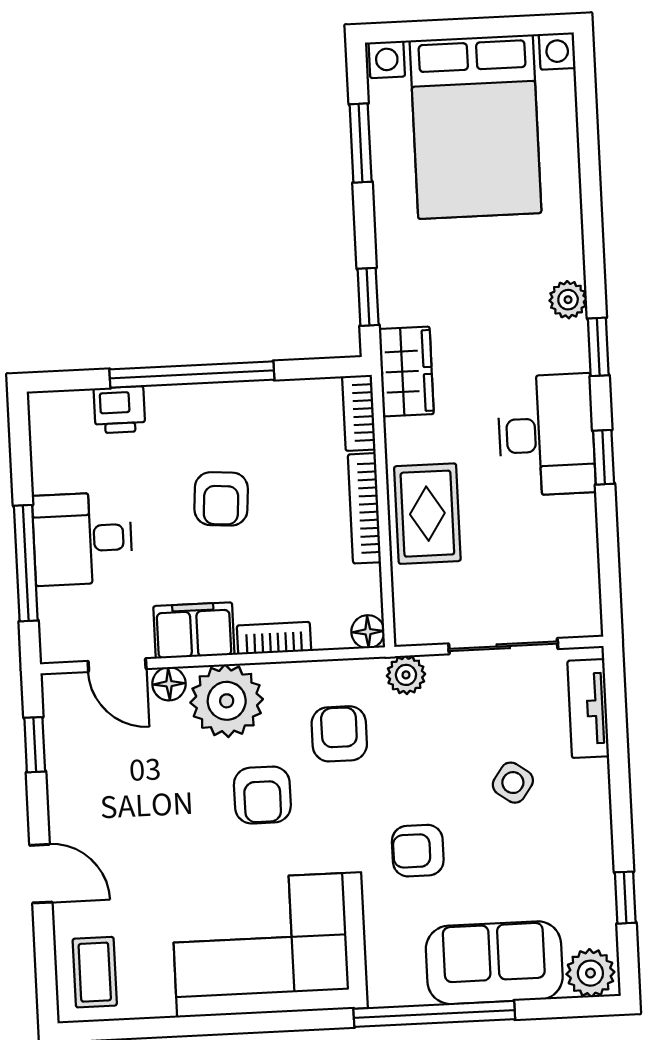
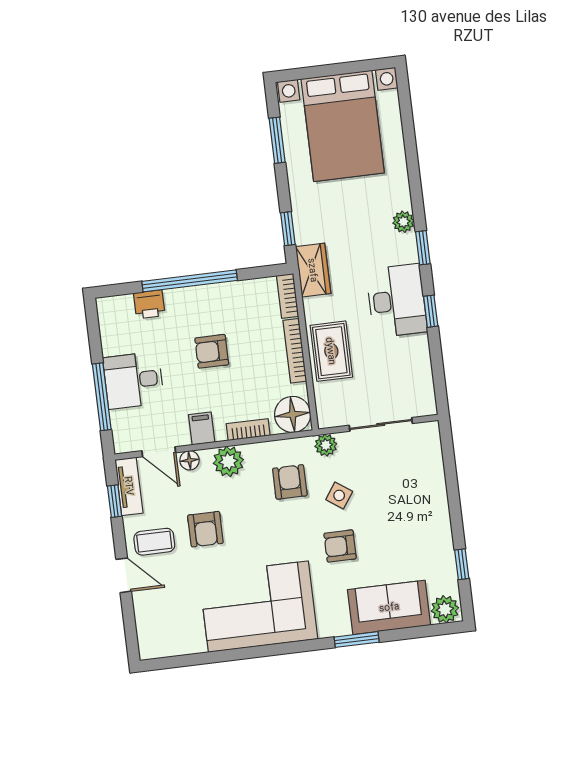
armchair: (221, 499) -> (212, 351), turned 86
filing cabinet: (194, 630) -> (202, 428), width x0.50
floor lamp: (368, 632) -> (293, 414), width x1.89, depth x1.89
plant: (227, 701) -> (228, 461), width x0.73, depth x0.73
tv unit: (588, 709) -> (129, 486), moved, turned 180
side table: (513, 783) -> (339, 495), moved
armchair: (262, 795) -> (205, 529), moved
coffee table: (95, 972) -> (154, 542), moved, turned 90
window: (434, 1014) -> (357, 640), width x0.47

